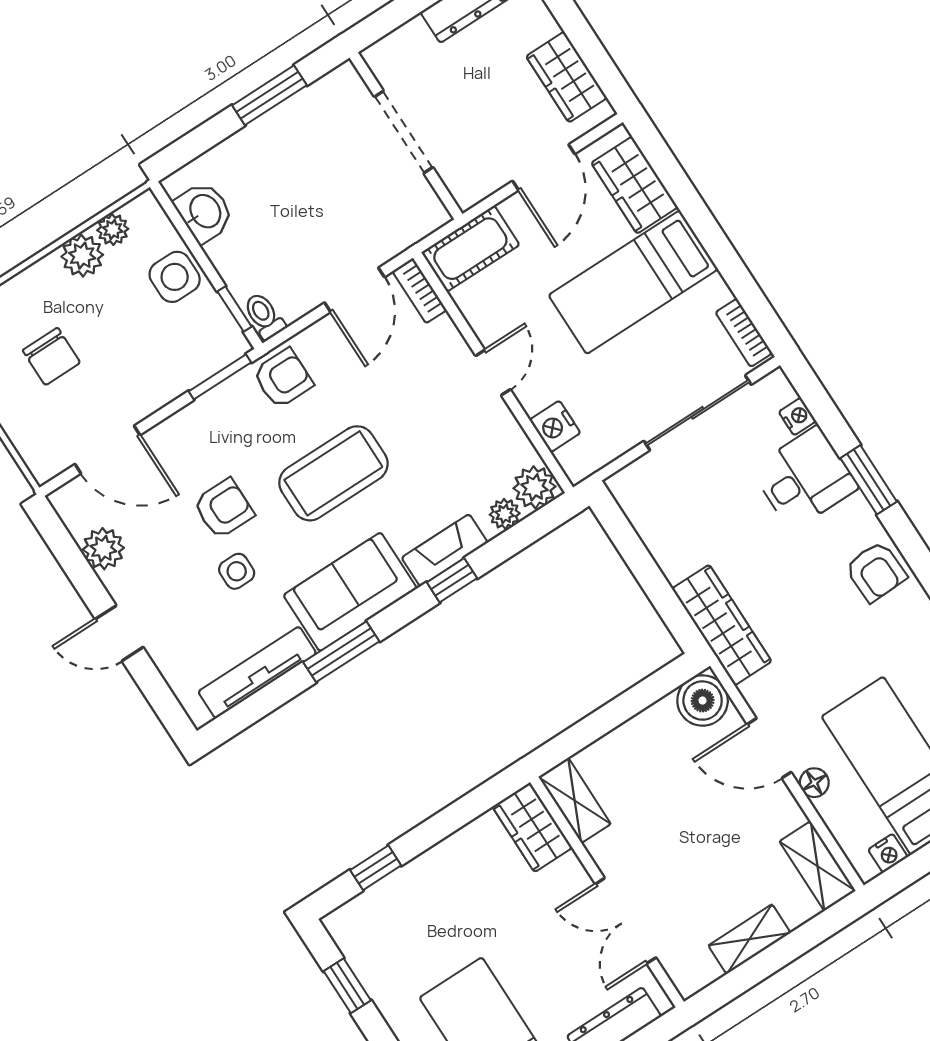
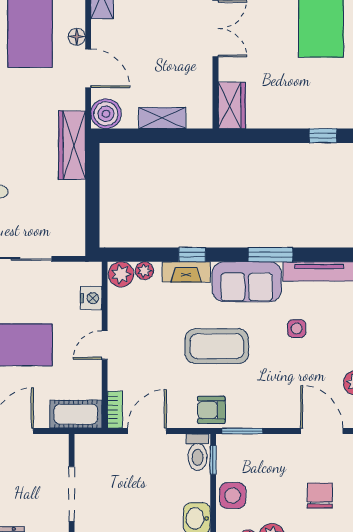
toilet: (264, 316) -> (198, 452), width x1.37, depth x1.39
armchair: (224, 509) -> (283, 364), removed
shelving: (575, 800) -> (162, 118), moved, turned 90

